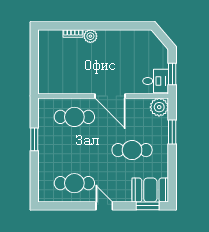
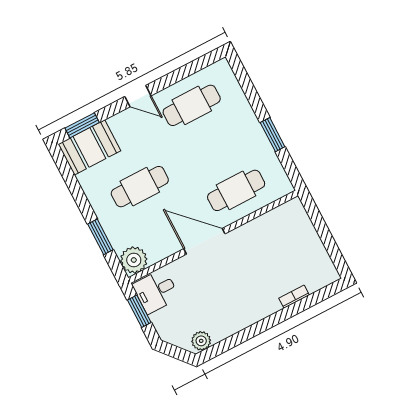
plant: (90, 36) -> (201, 341), moved

